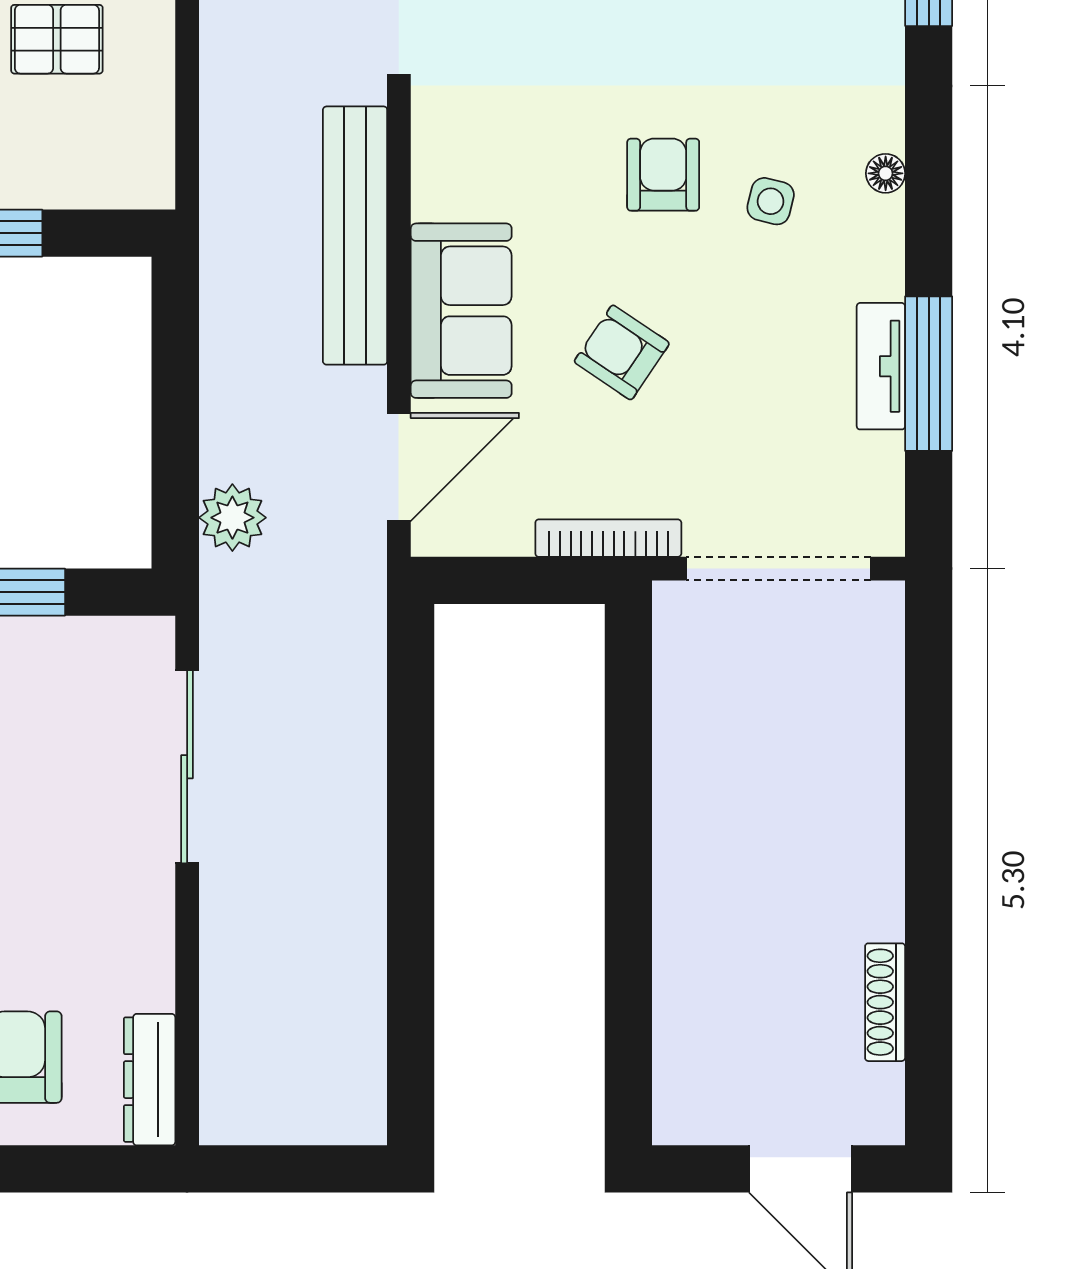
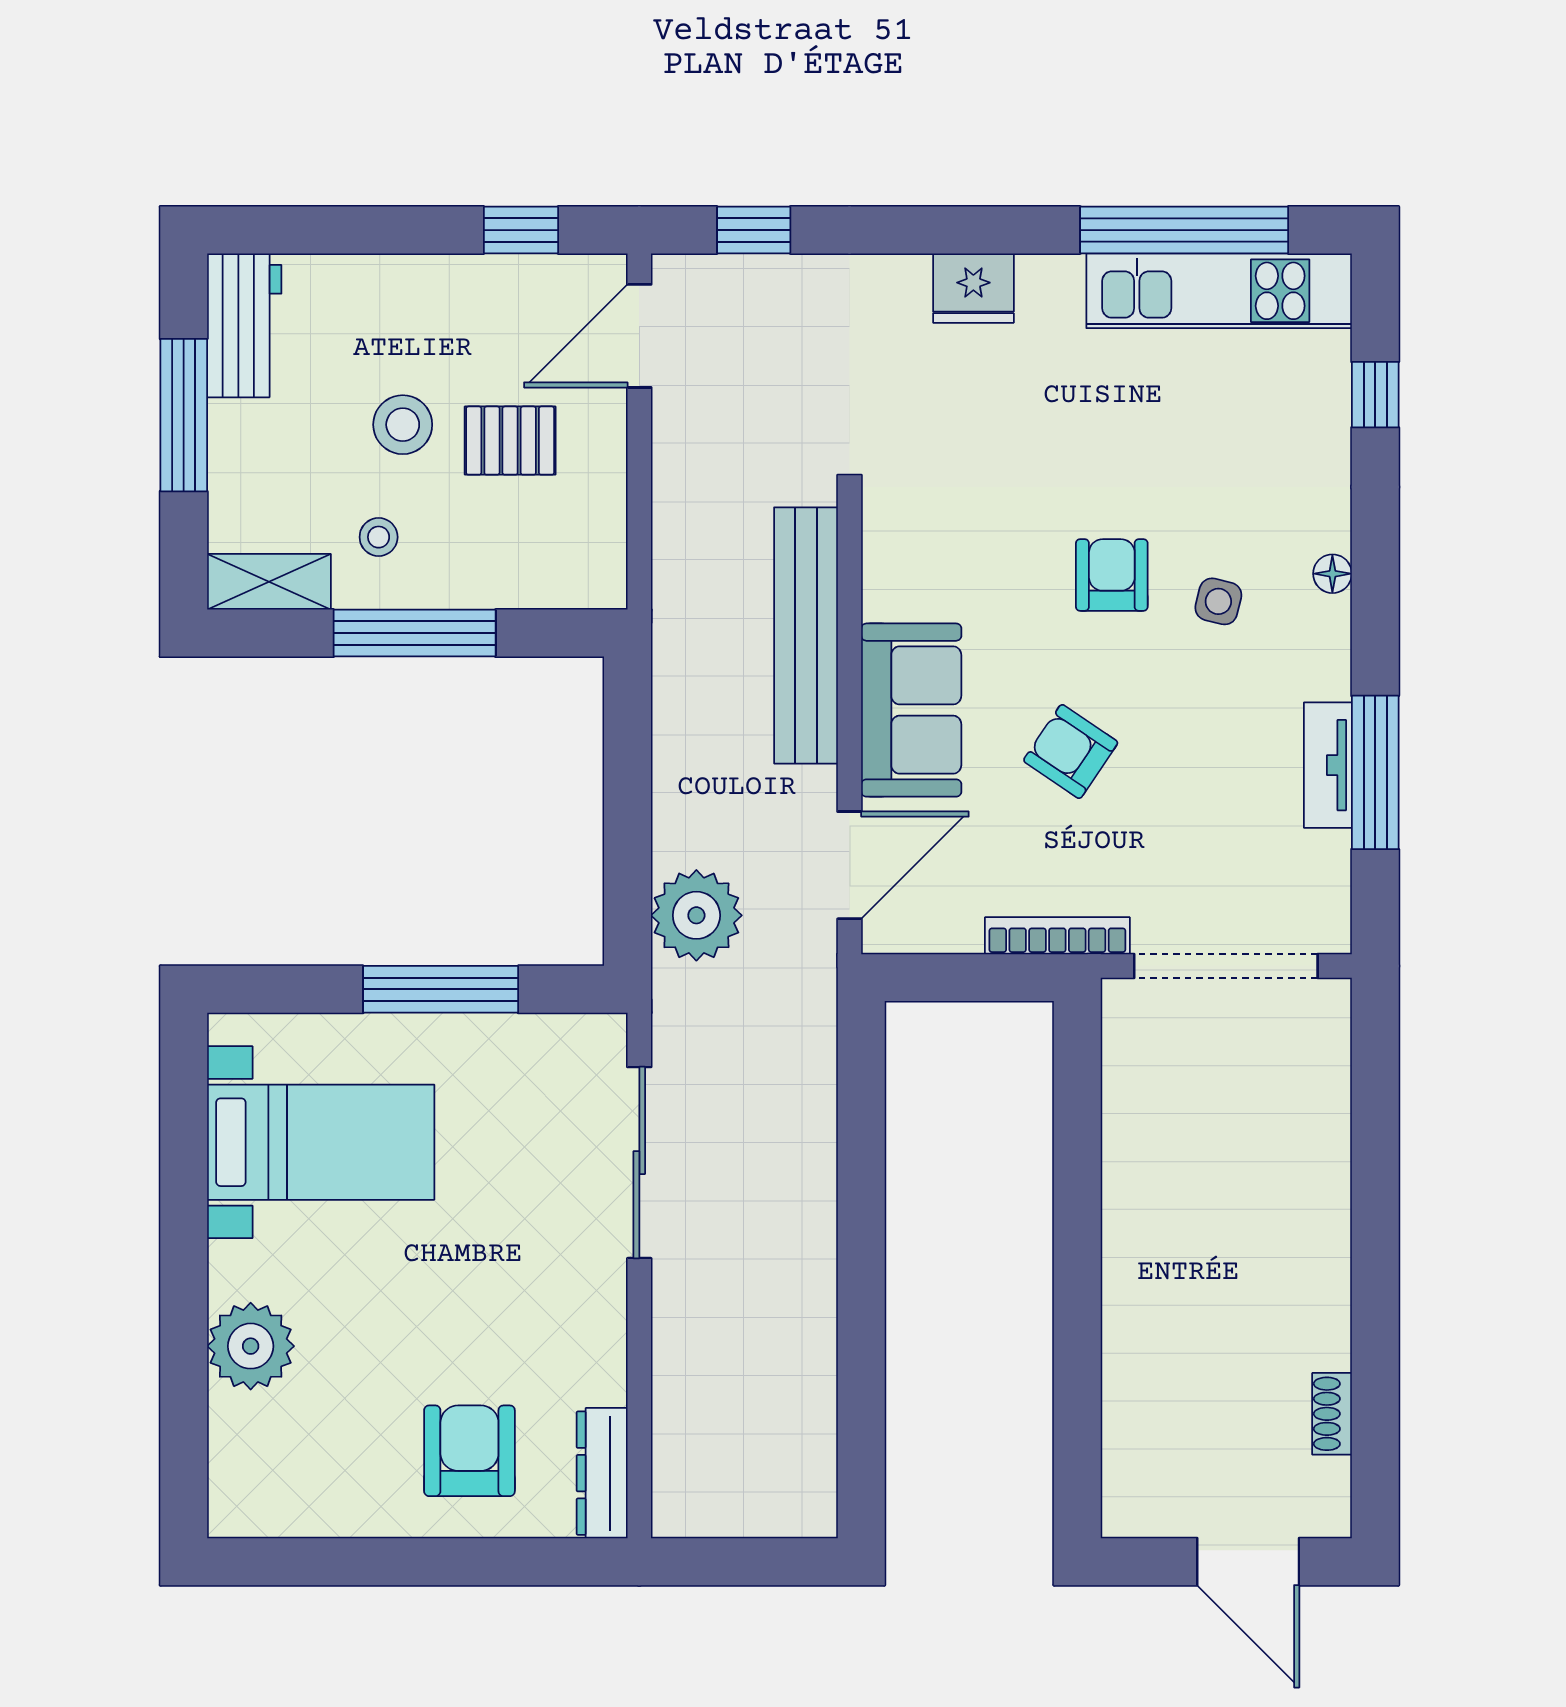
plant: (232, 518) -> (696, 915), width x1.36, depth x1.36
shoe rack: (885, 1002) -> (1332, 1414), width x0.70

